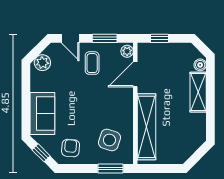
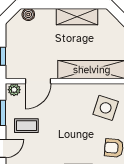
door: (135, 74) -> (38, 81), hinge flipped
shelving: (198, 92) -> (77, 17), moved

